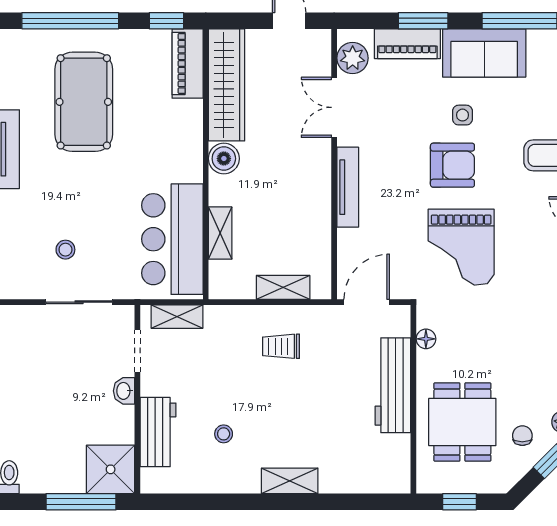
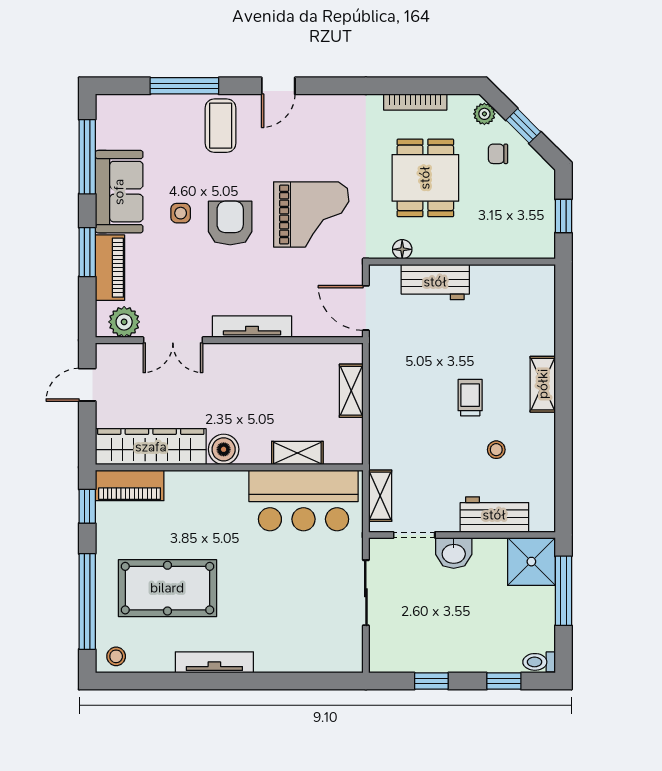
stool: (65, 250) -> (116, 656), moved
trolley: (281, 346) -> (470, 398), moved, turned 180
workbench: (393, 385) -> (435, 282), width x0.73
washbasin: (124, 391) -> (454, 553), width x1.38, depth x1.45
dining table: (462, 422) -> (425, 178), moved, turned 90

